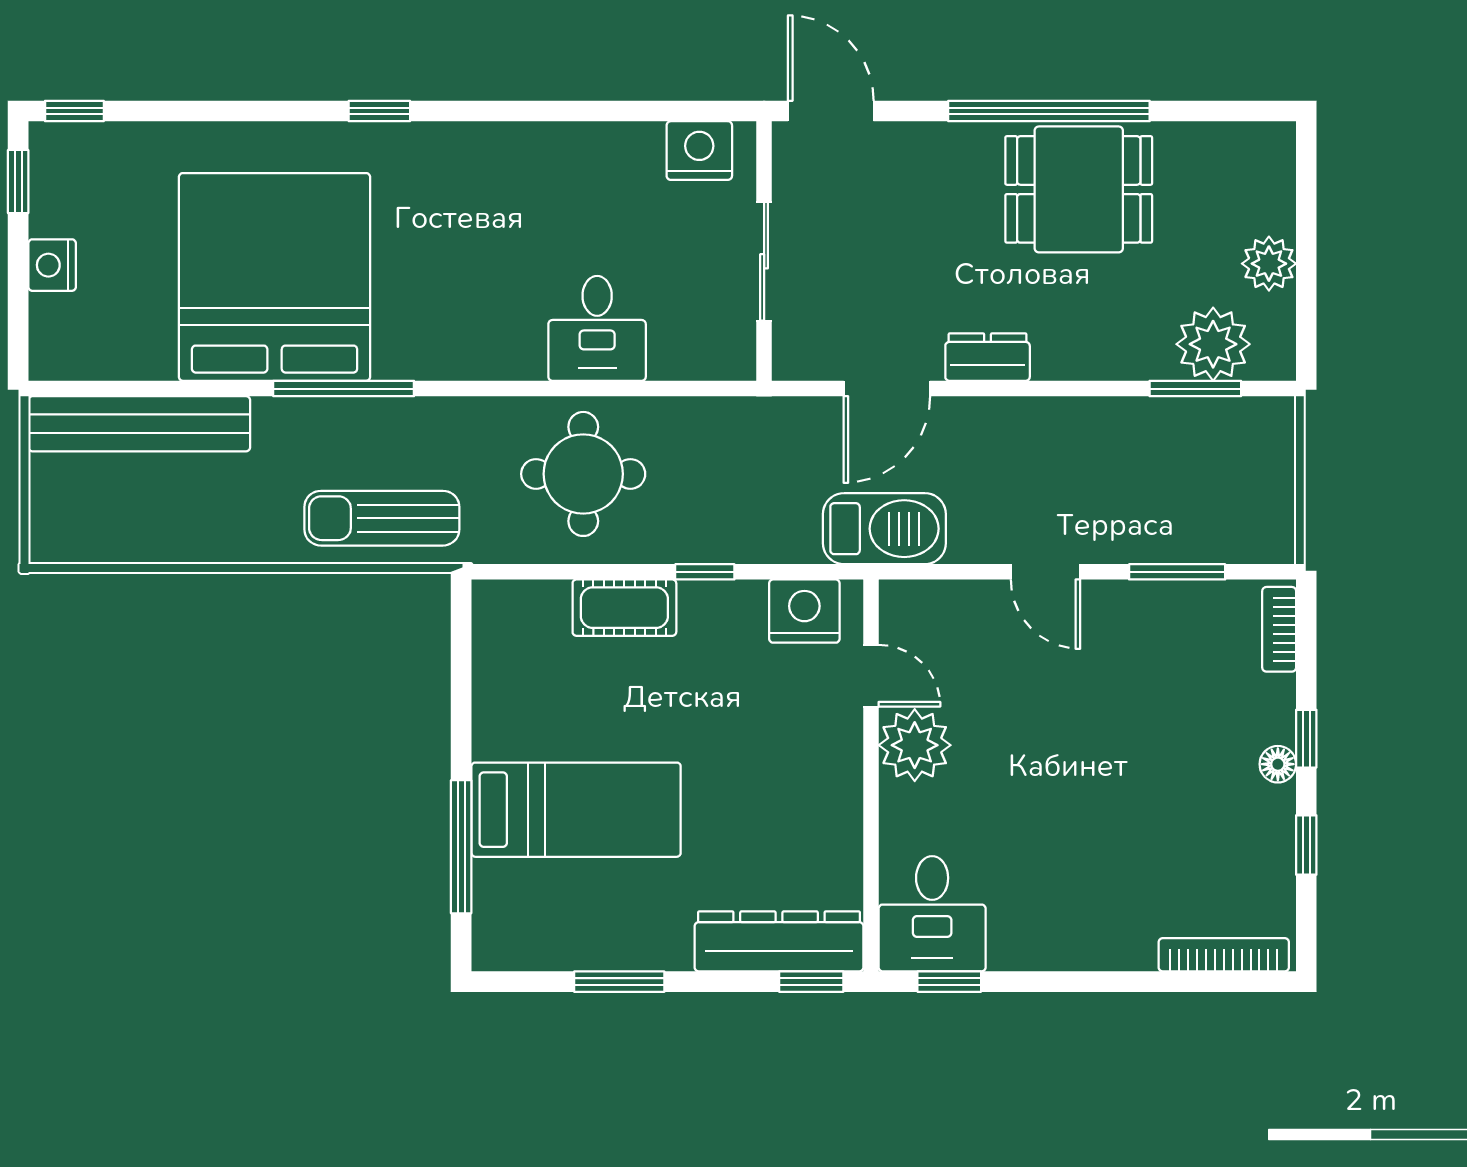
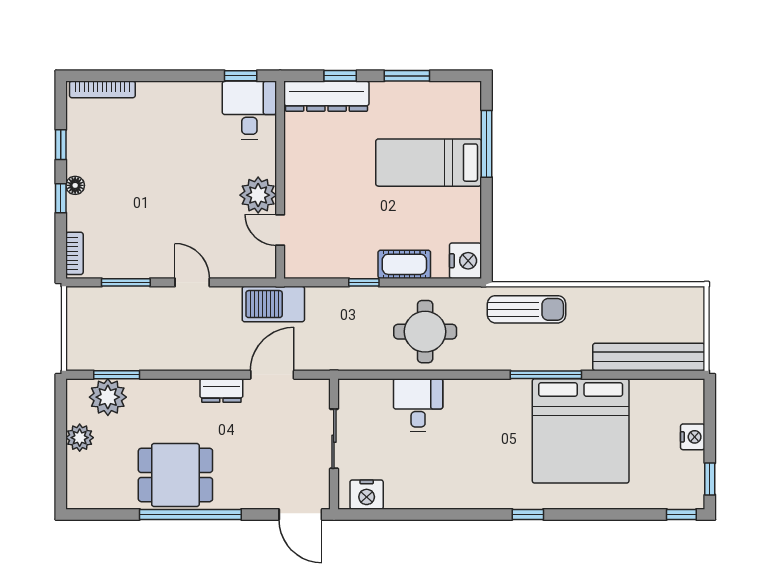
nightstand: (804, 611) -> (466, 261), moved, turned -90
window: (811, 982) -> (340, 76), moved

